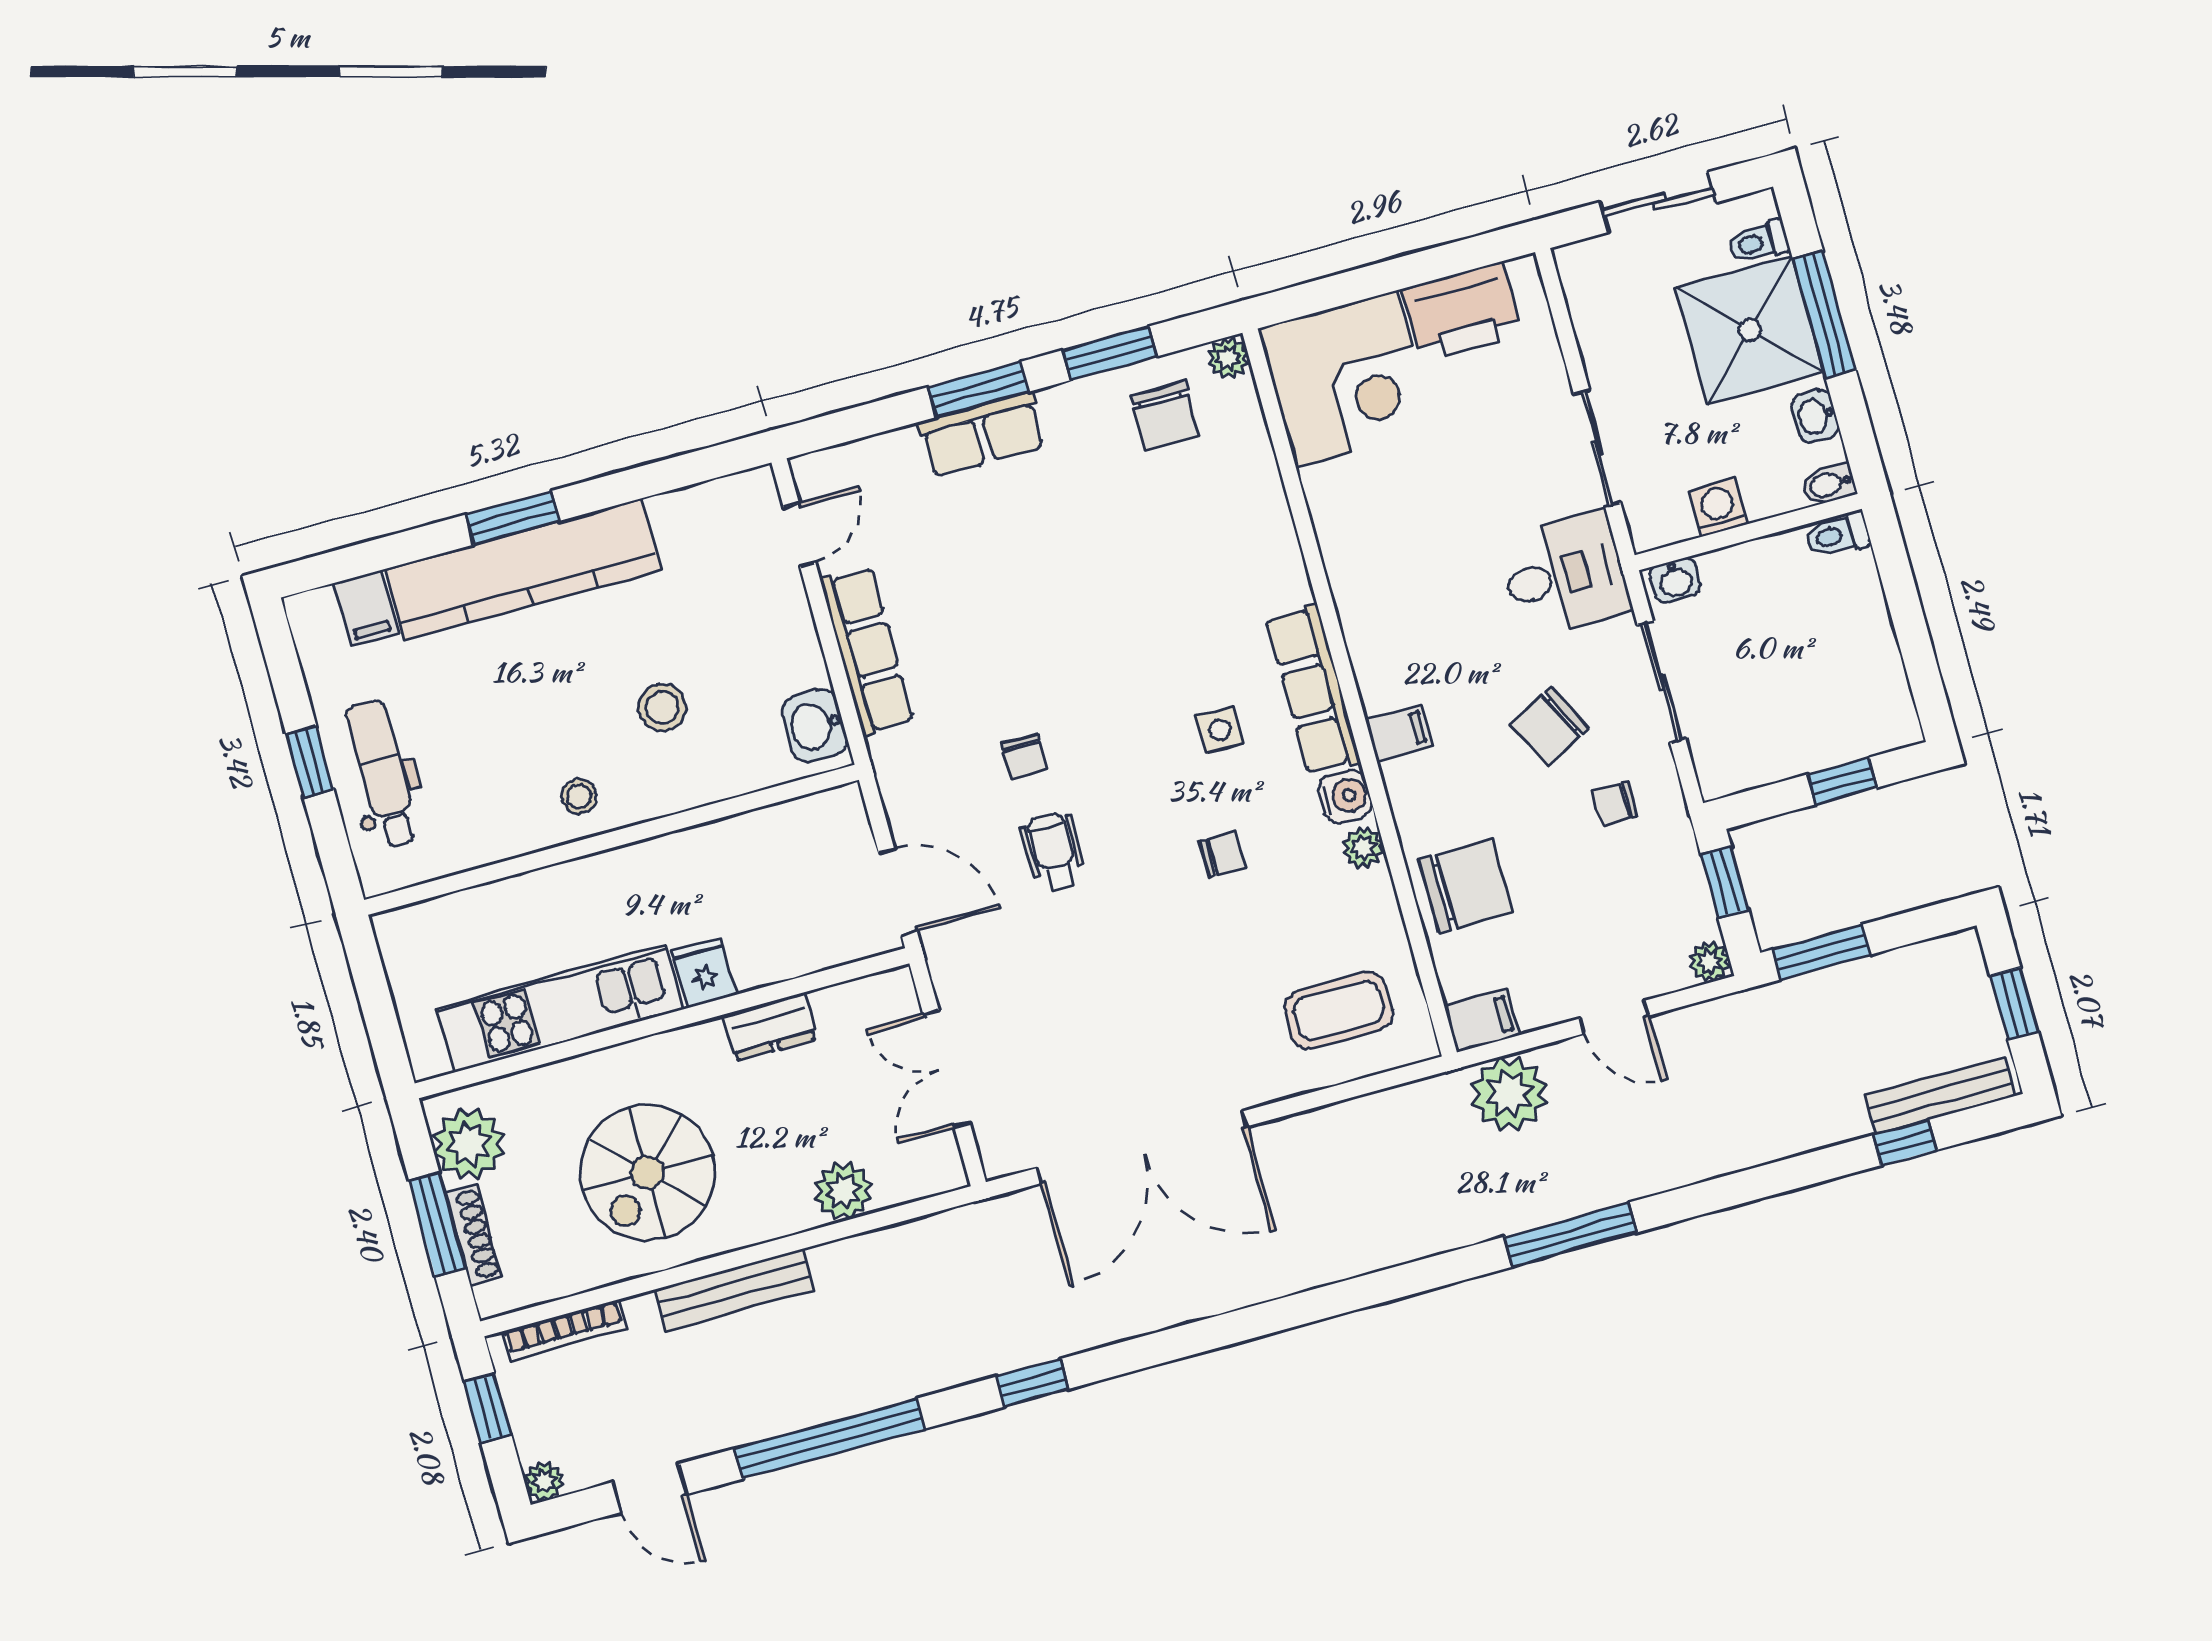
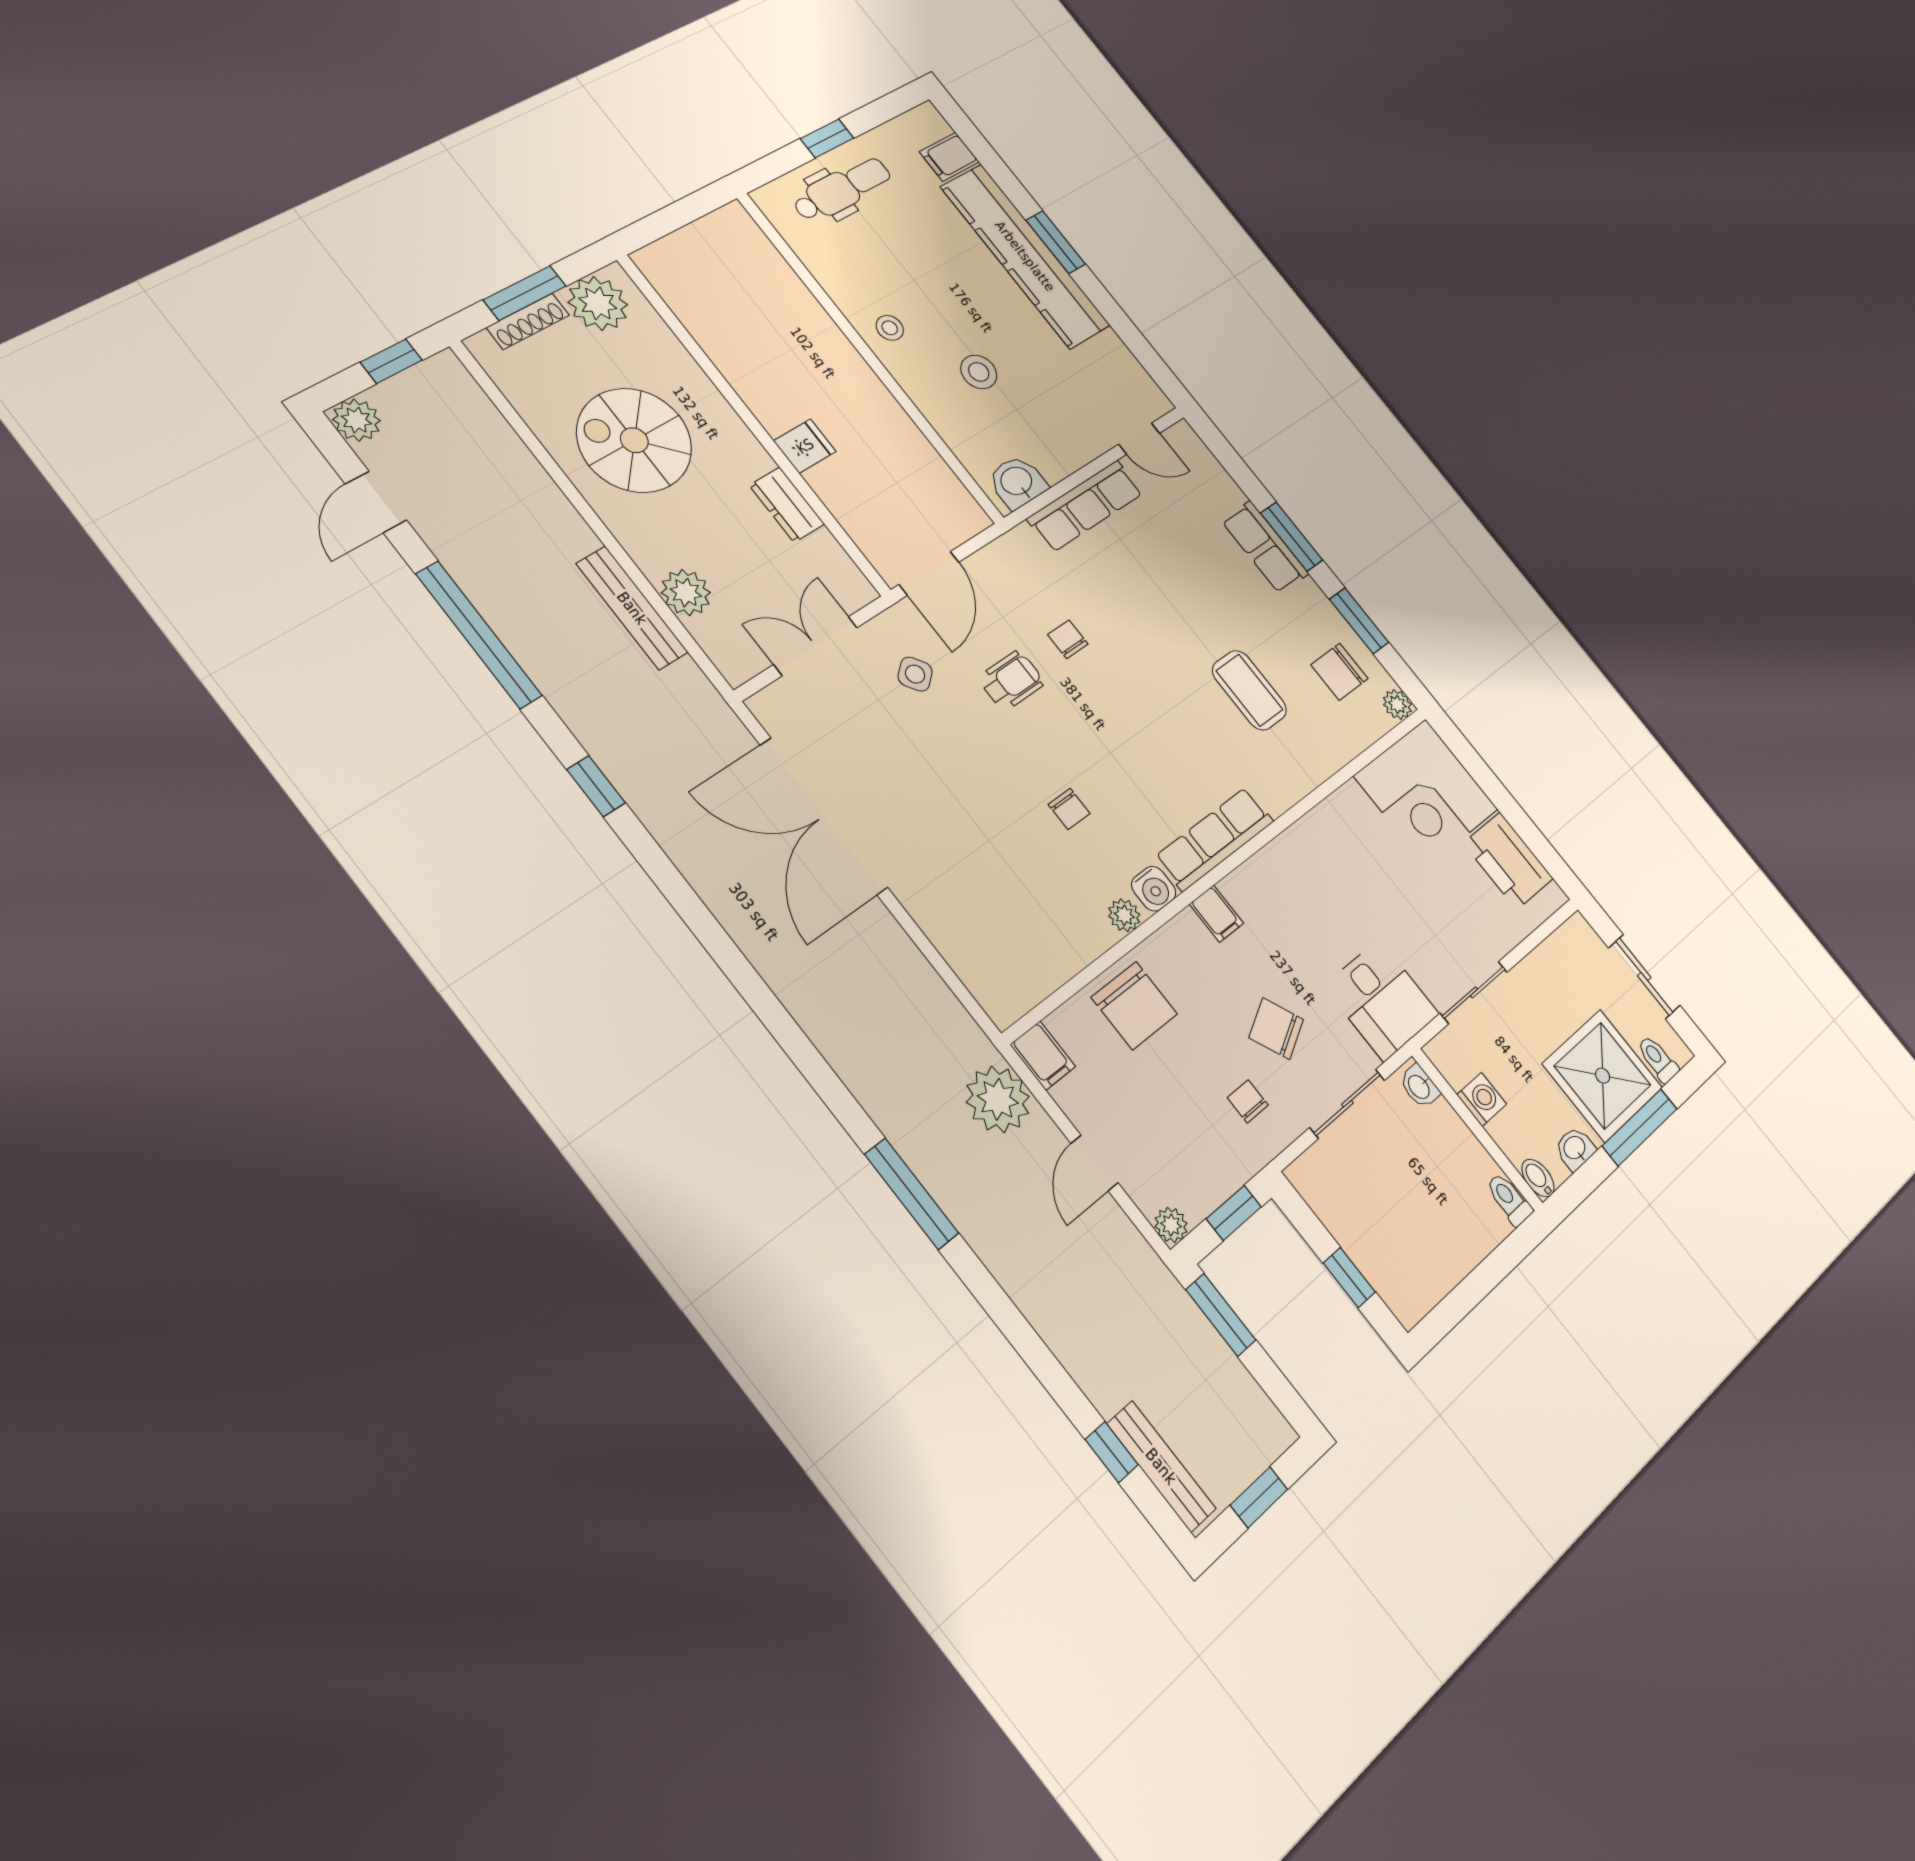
side table: (1220, 730) -> (915, 674), moved, turned -37
chair: (1025, 756) -> (1068, 639), turned 90
kitchen unit: (560, 1009) -> (730, 348), removed
coffee table: (1339, 1010) -> (1249, 690), moved
bench: (734, 1290) -> (632, 608), moved
bookcase: (564, 1330) -> (480, 406), removed
plant: (544, 1481) -> (357, 420), width x1.38, depth x1.38

